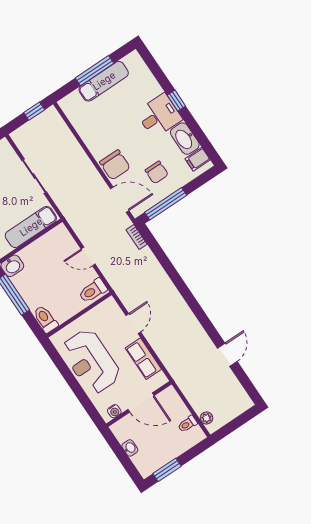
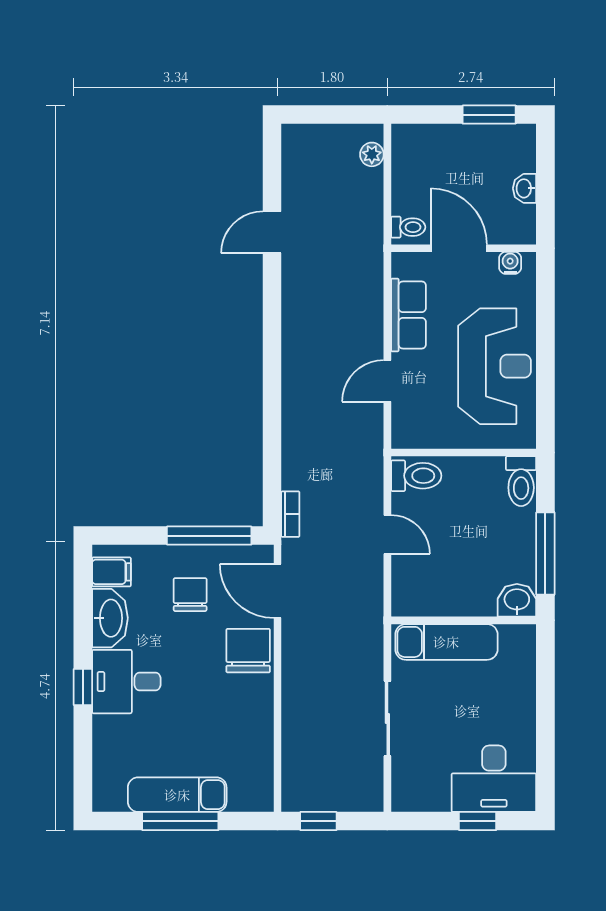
toilet: (187, 424) -> (408, 227), moved

